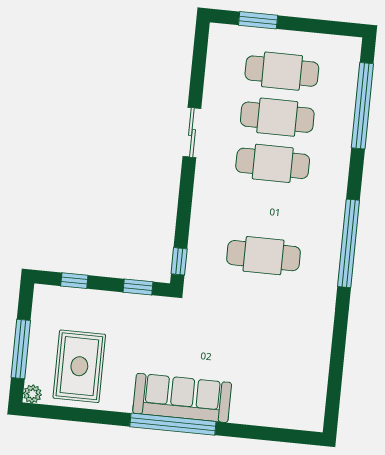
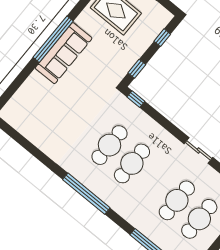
cafe table: (273, 163) -> (132, 163), moved

